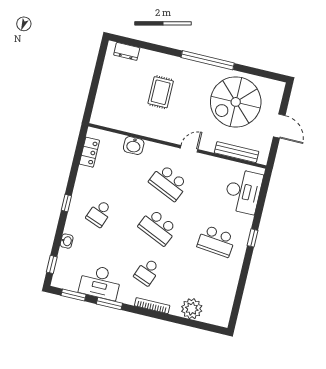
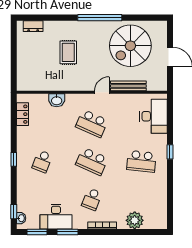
bench: (237, 152) -> (128, 86), moved
washbasin: (67, 241) -> (21, 218), moved

